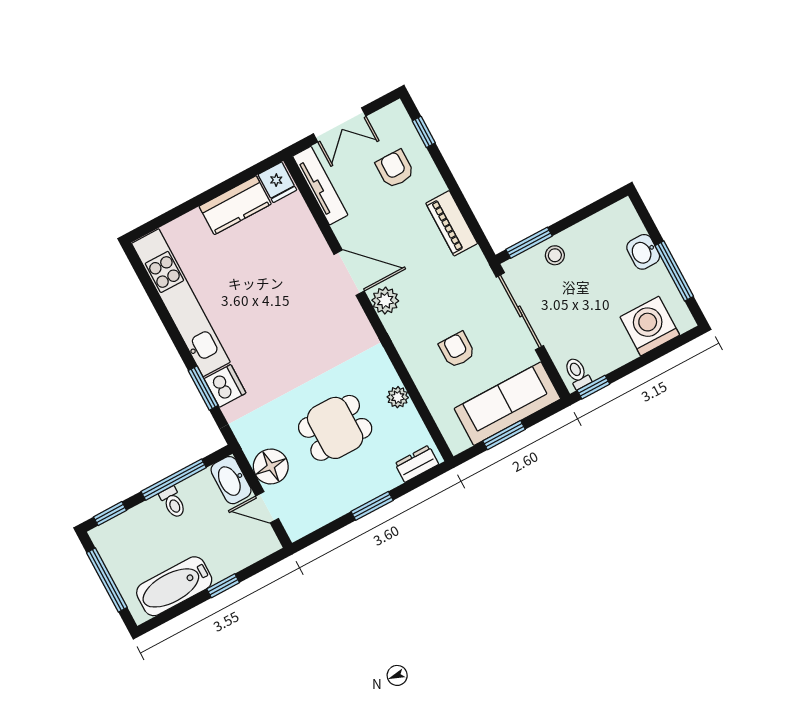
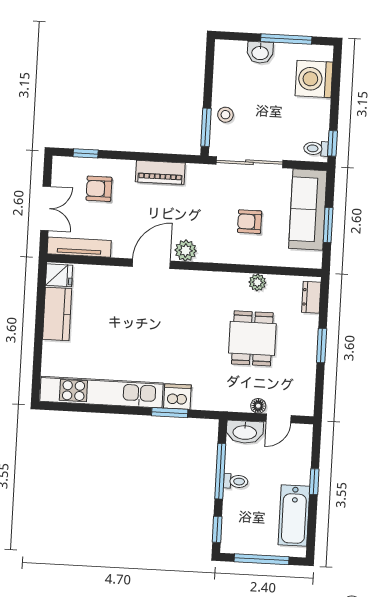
floor lamp: (271, 466) -> (258, 406), width x0.53, depth x0.53

